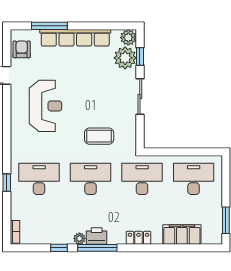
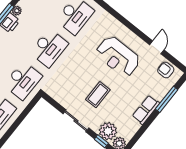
row of seats: (75, 38) -> (146, 110), width x0.50
armchair: (22, 49) -> (166, 70), turned 180
coffee table: (99, 136) -> (98, 95), moved

